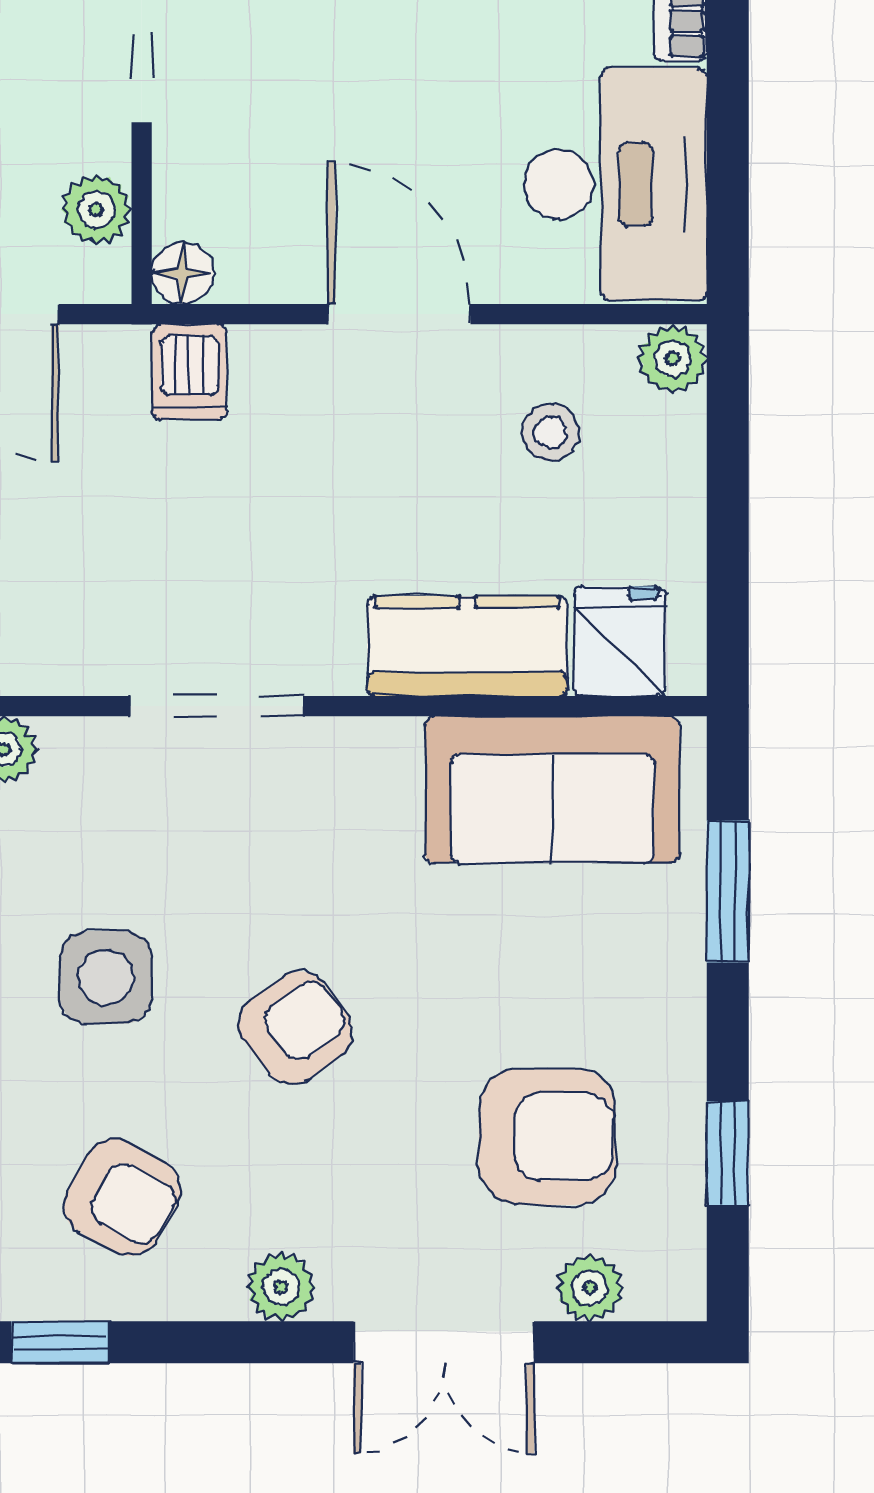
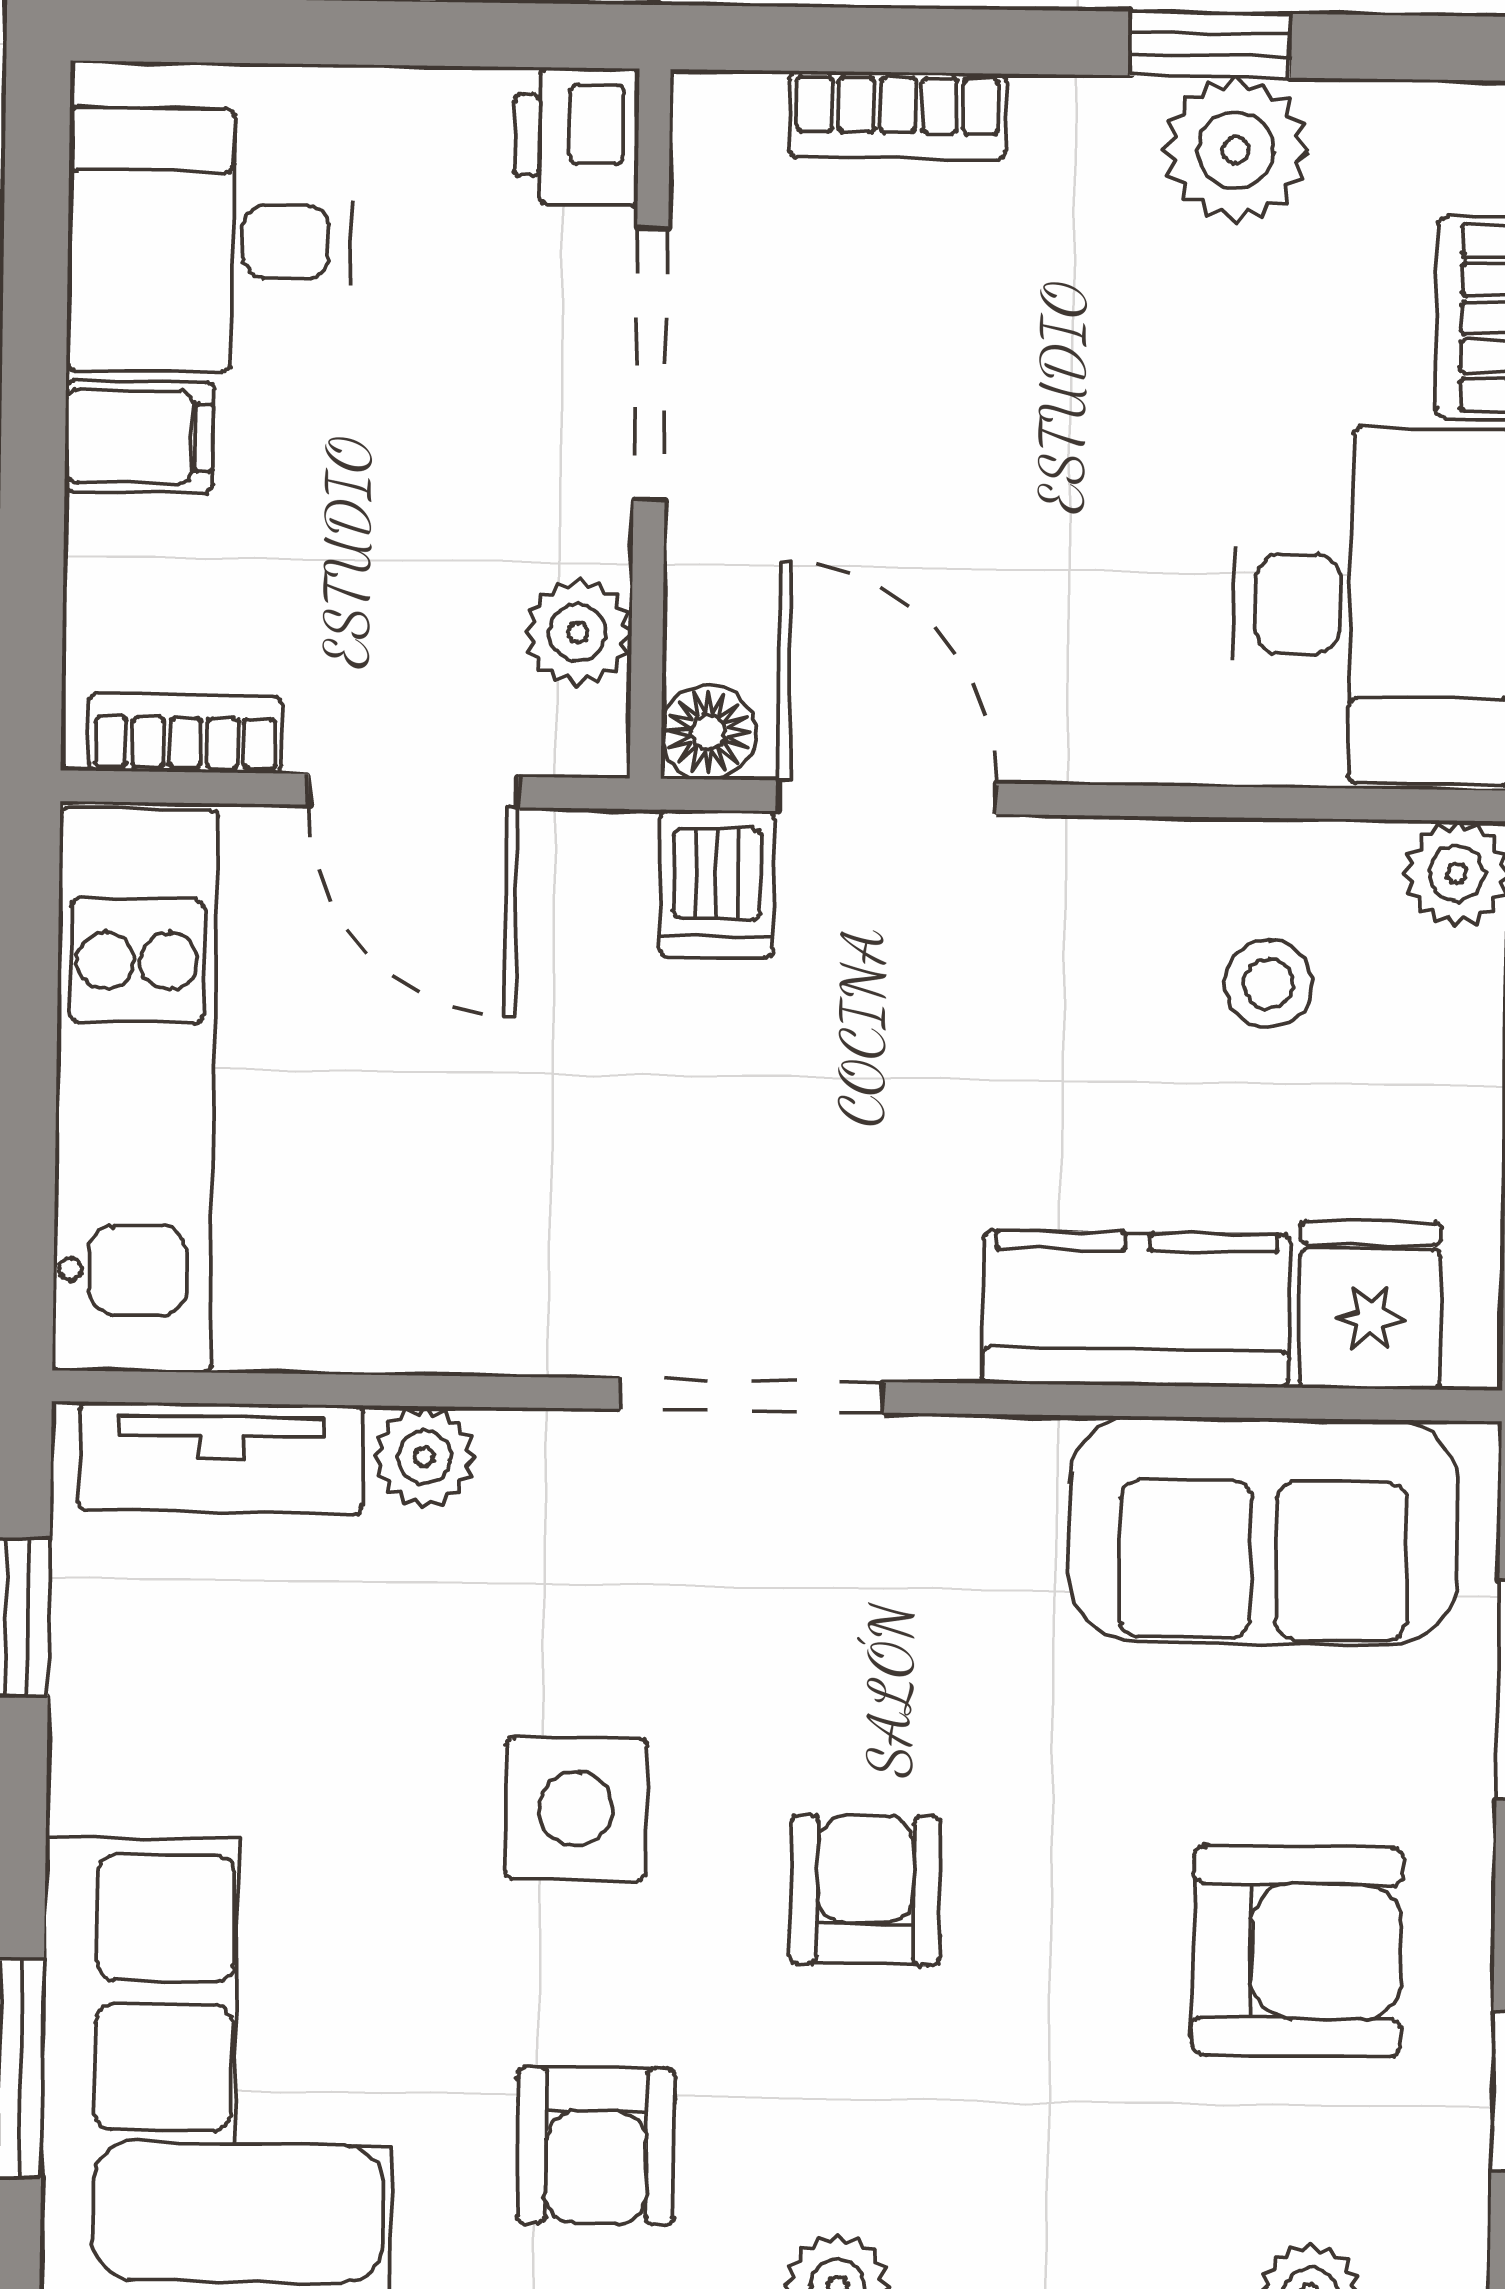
door: (399, 314) -> (887, 797), moved
armchair: (296, 1028) -> (865, 1890), turned -53
armchair: (547, 1137) -> (1297, 1951), moved
armchair: (122, 1197) -> (596, 2146), turned 61

